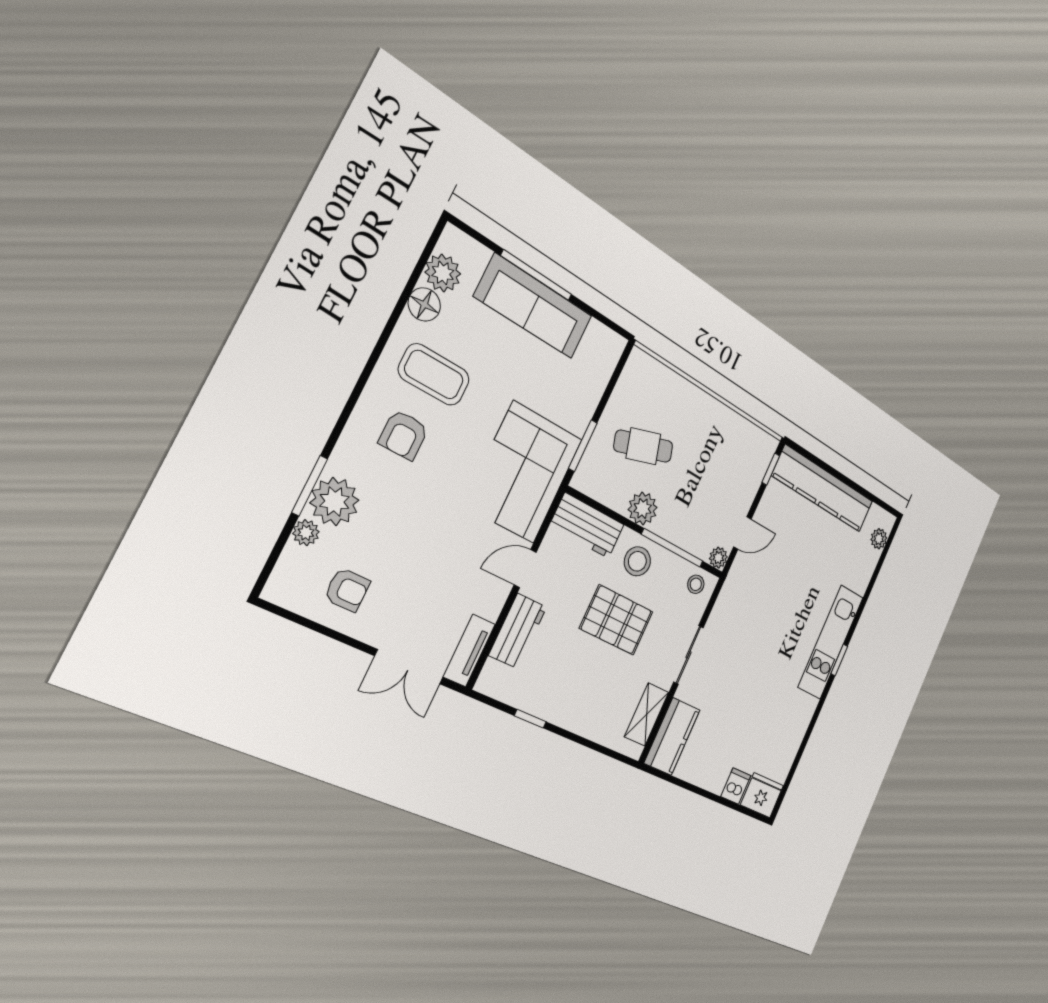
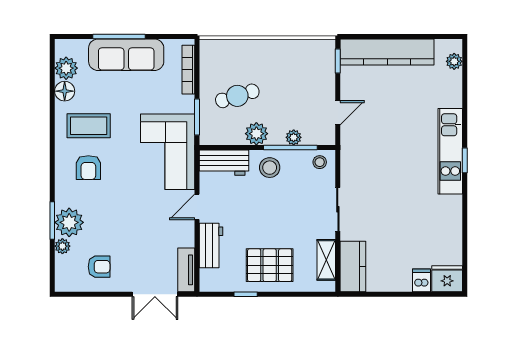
bookcase: (602, 376) -> (188, 70), added
plant: (718, 558) -> (294, 137), moved
pallet: (616, 620) -> (270, 265), moved

